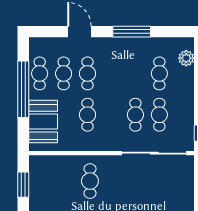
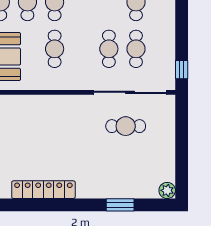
cafe table: (90, 181) -> (126, 126), moved, turned 90

